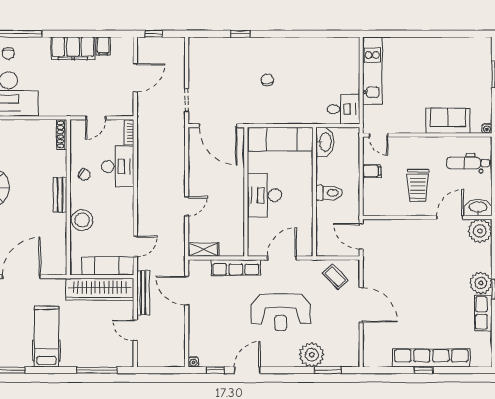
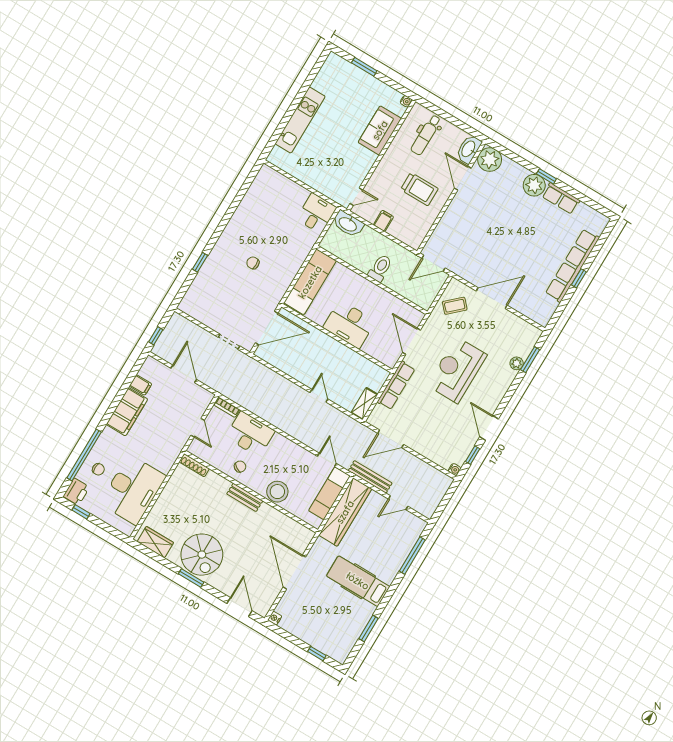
kitchen unit: (372, 71) -> (300, 120), moved, turned 90
washbasin: (325, 142) -> (348, 224), moved, turned 180
reception desk: (281, 312) -> (457, 370), turned 180
plant: (312, 355) -> (517, 363), width x0.53, depth x0.53

